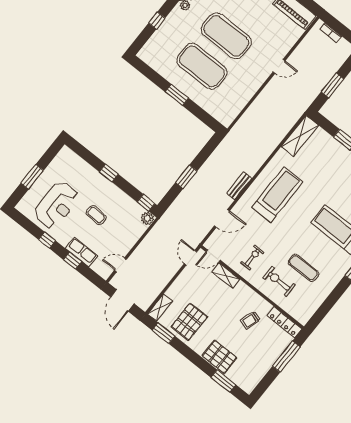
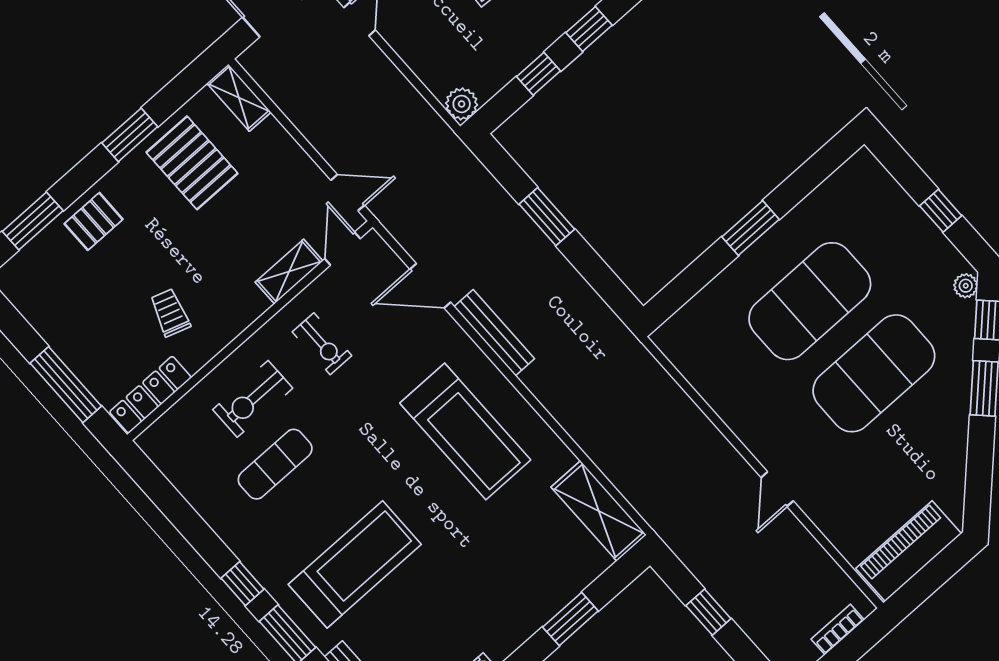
window: (333, 85) -> (708, 612), width x0.67
bench: (239, 186) -> (494, 333), width x1.36
window: (146, 203) -> (539, 74), moved
door: (222, 218) -> (430, 286), hinge flipped
exercise bike: (279, 281) -> (253, 399), turned 180
window: (163, 333) -> (130, 135), moved
pallet: (219, 357) -> (94, 221), width x0.67, depth x0.71

